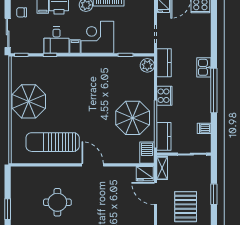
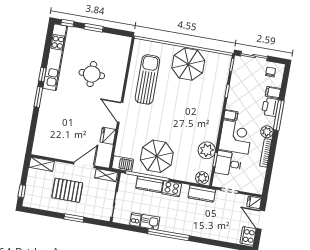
desk: (57, 40) -> (228, 163), moved
plant: (117, 66) -> (207, 150), added
kitchen sink: (204, 67) -> (150, 222), moved
kitchen counter: (164, 136) -> (149, 184), moved
door: (93, 165) -> (120, 112), swing flipped
fridge: (145, 174) -> (108, 136), moved

